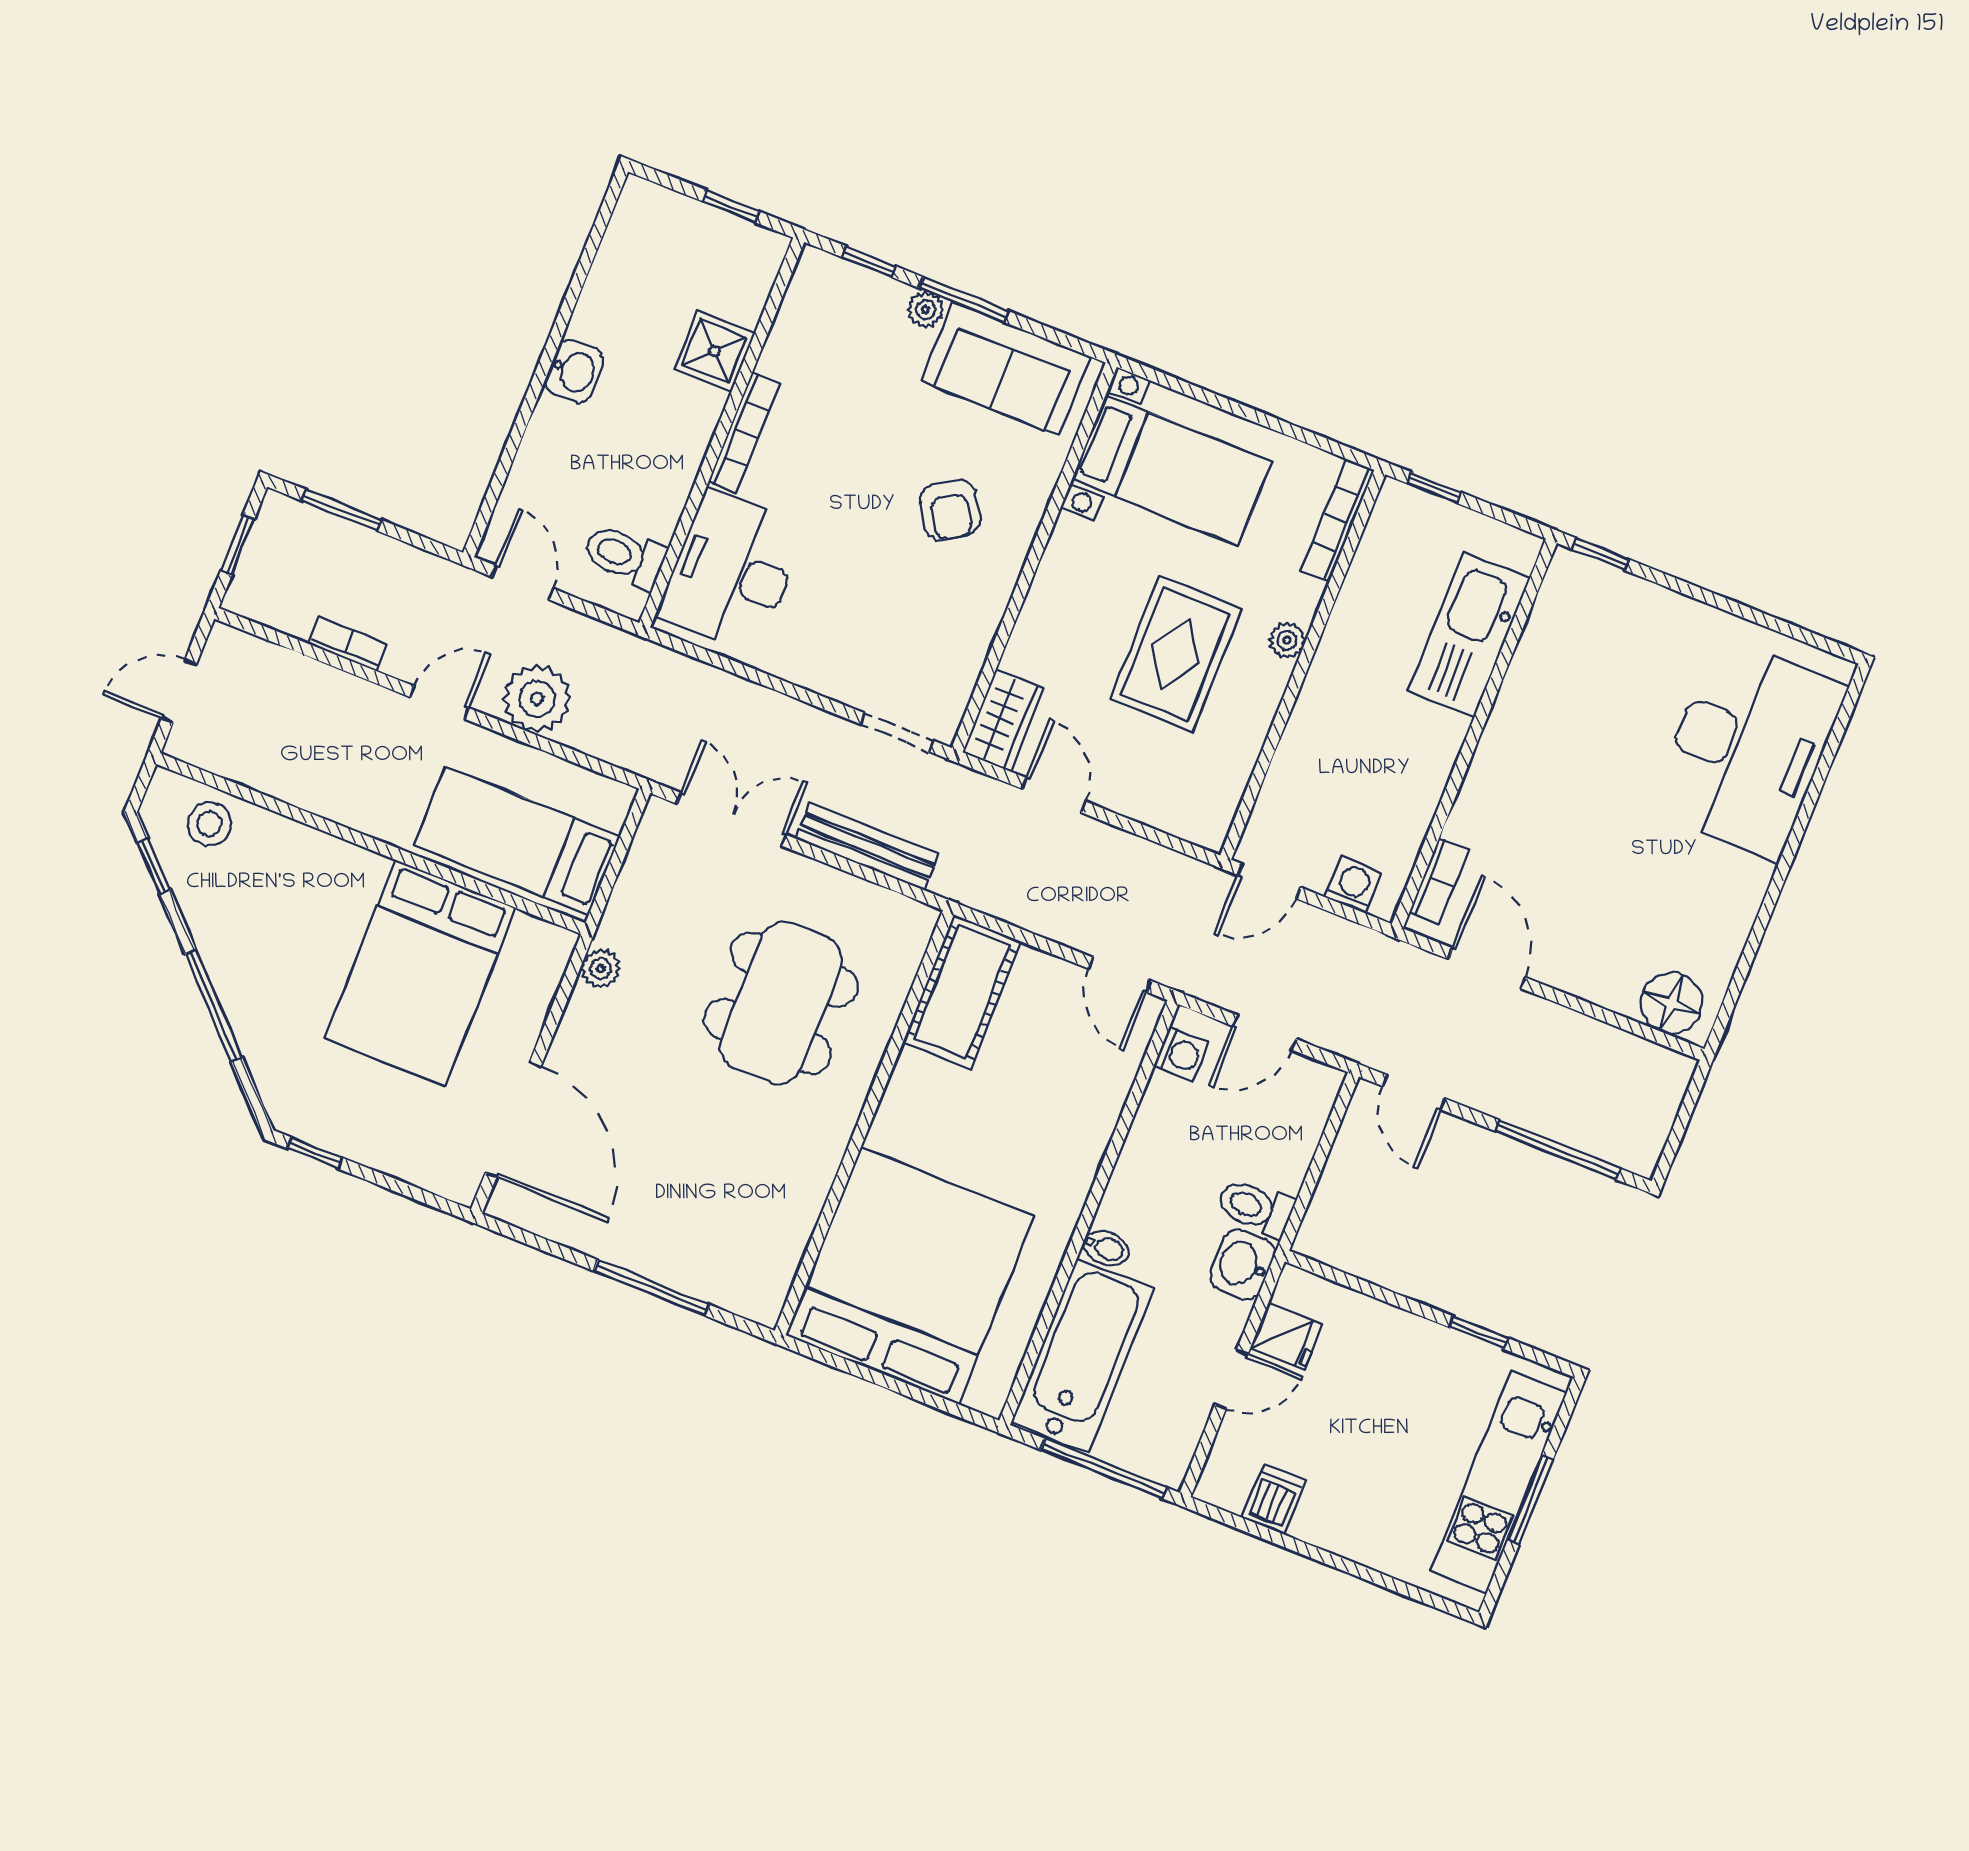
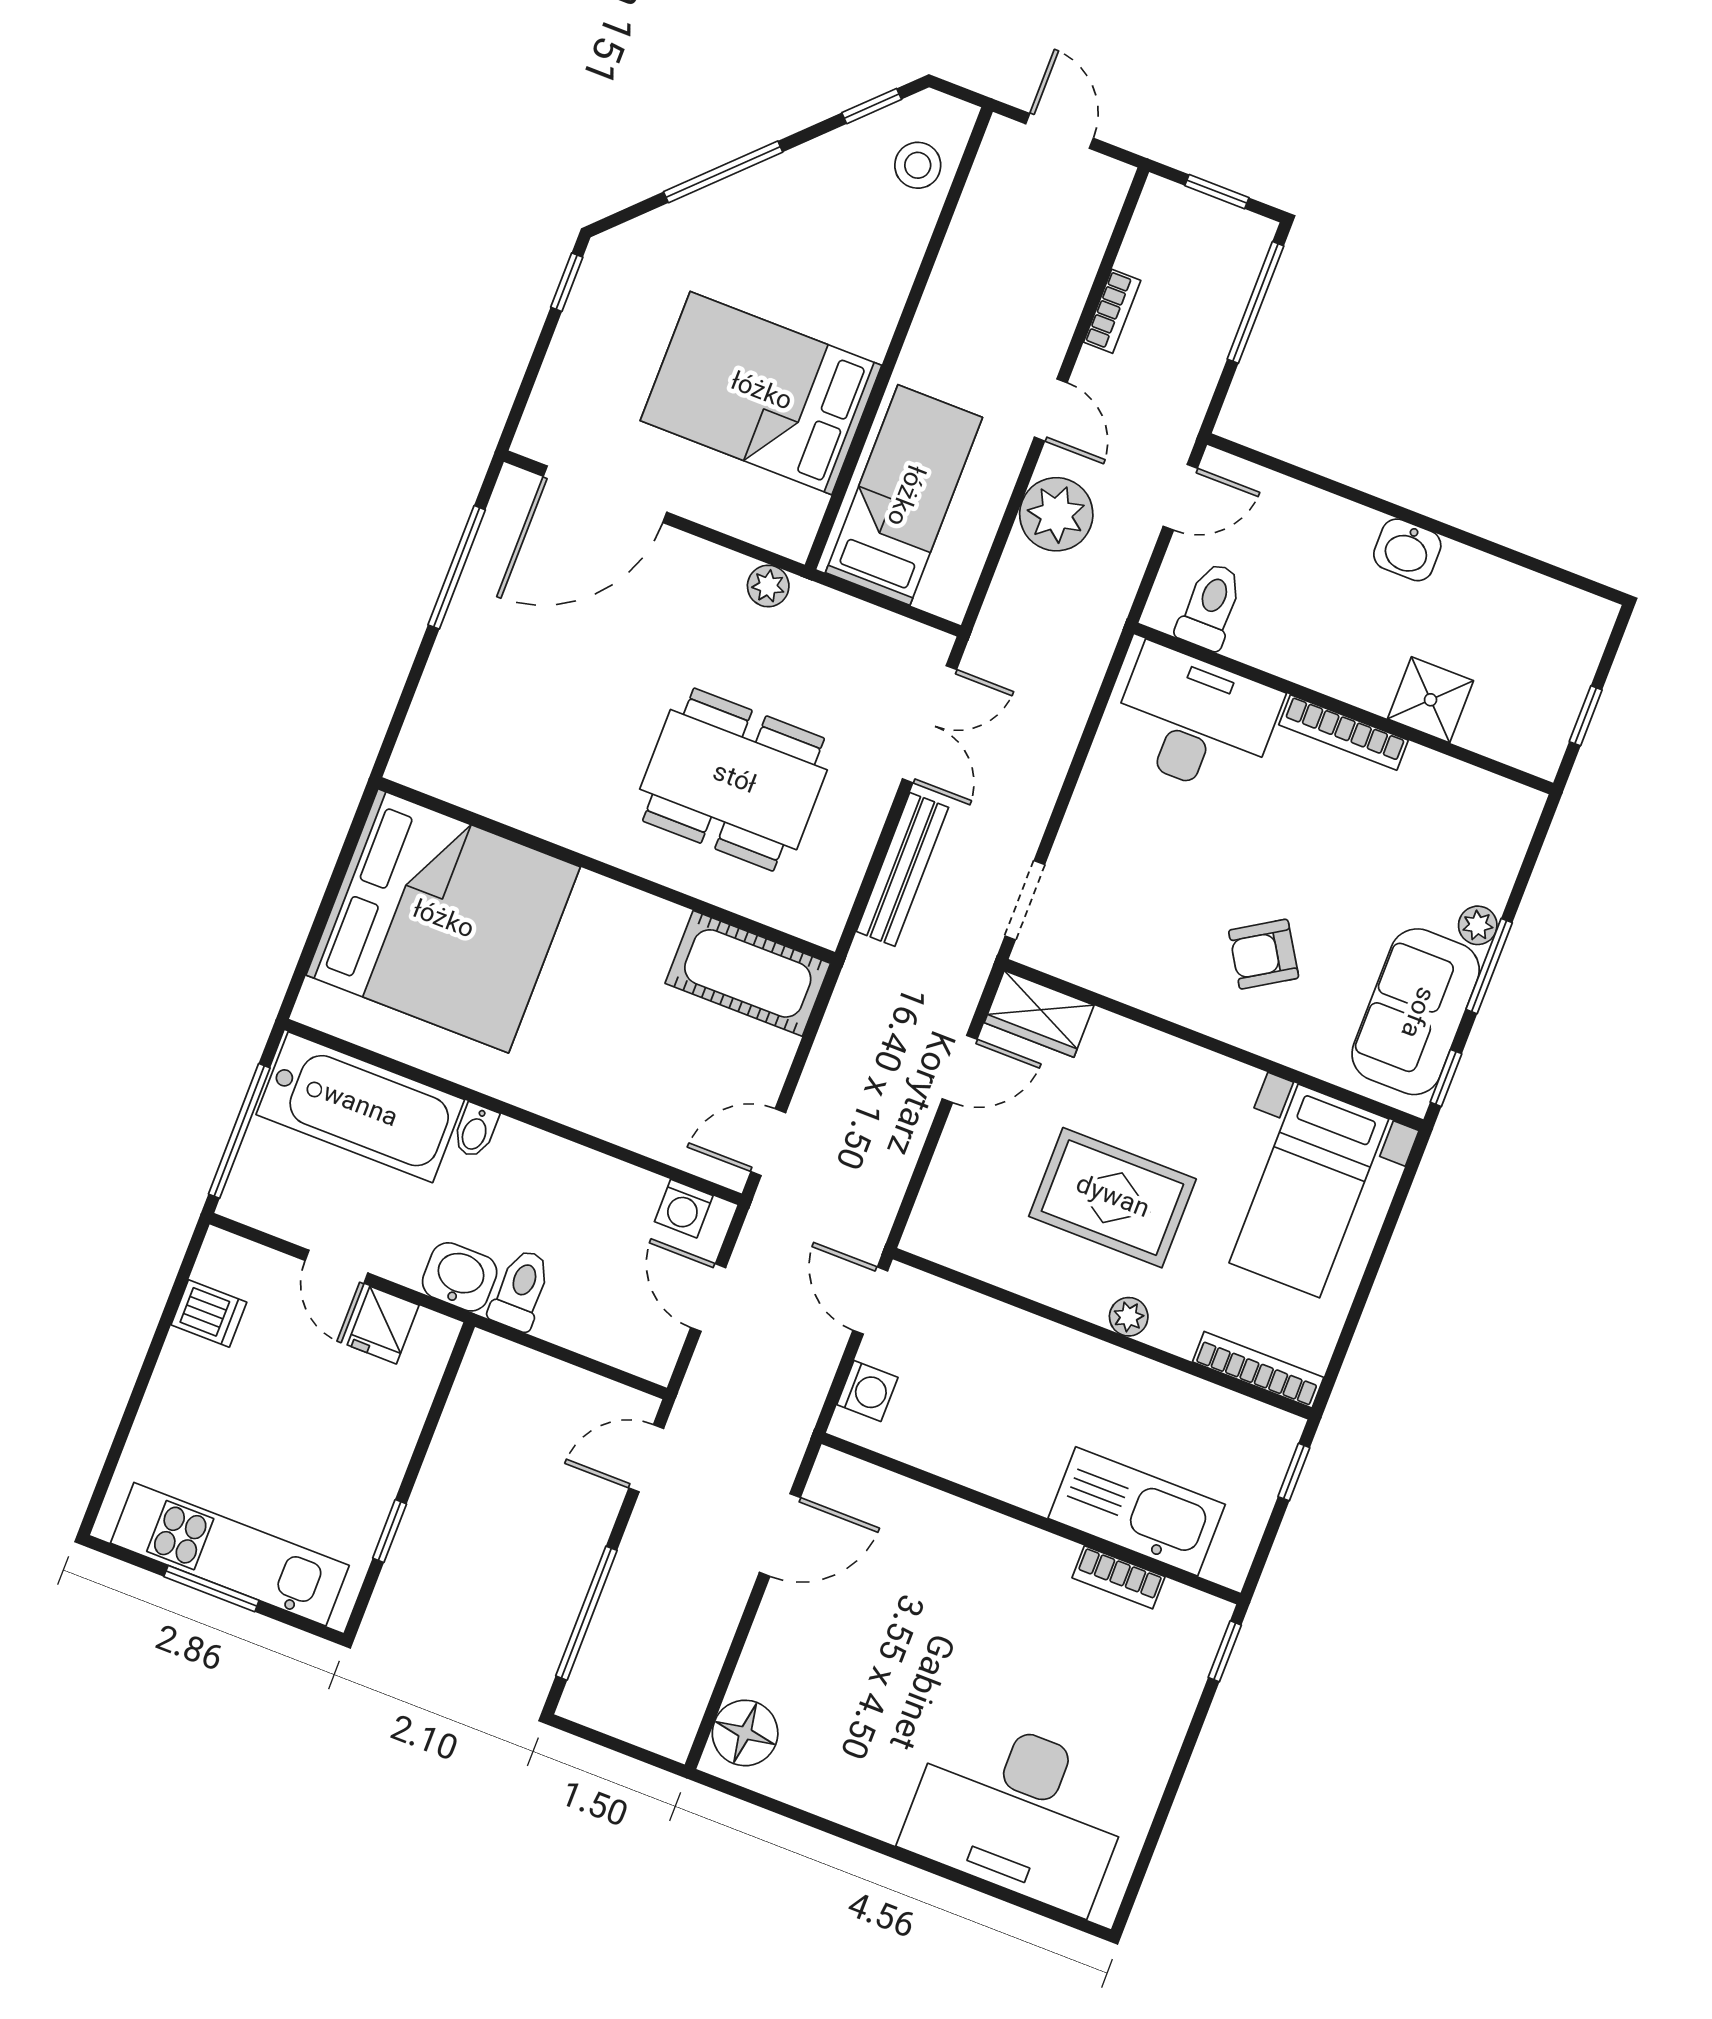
window: (869, 262) -> (1446, 1078), moved
window: (341, 510) -> (1255, 302), width x1.44
bookcase: (1439, 881) -> (1119, 1577), moved
window: (651, 1288) -> (457, 567), moved

